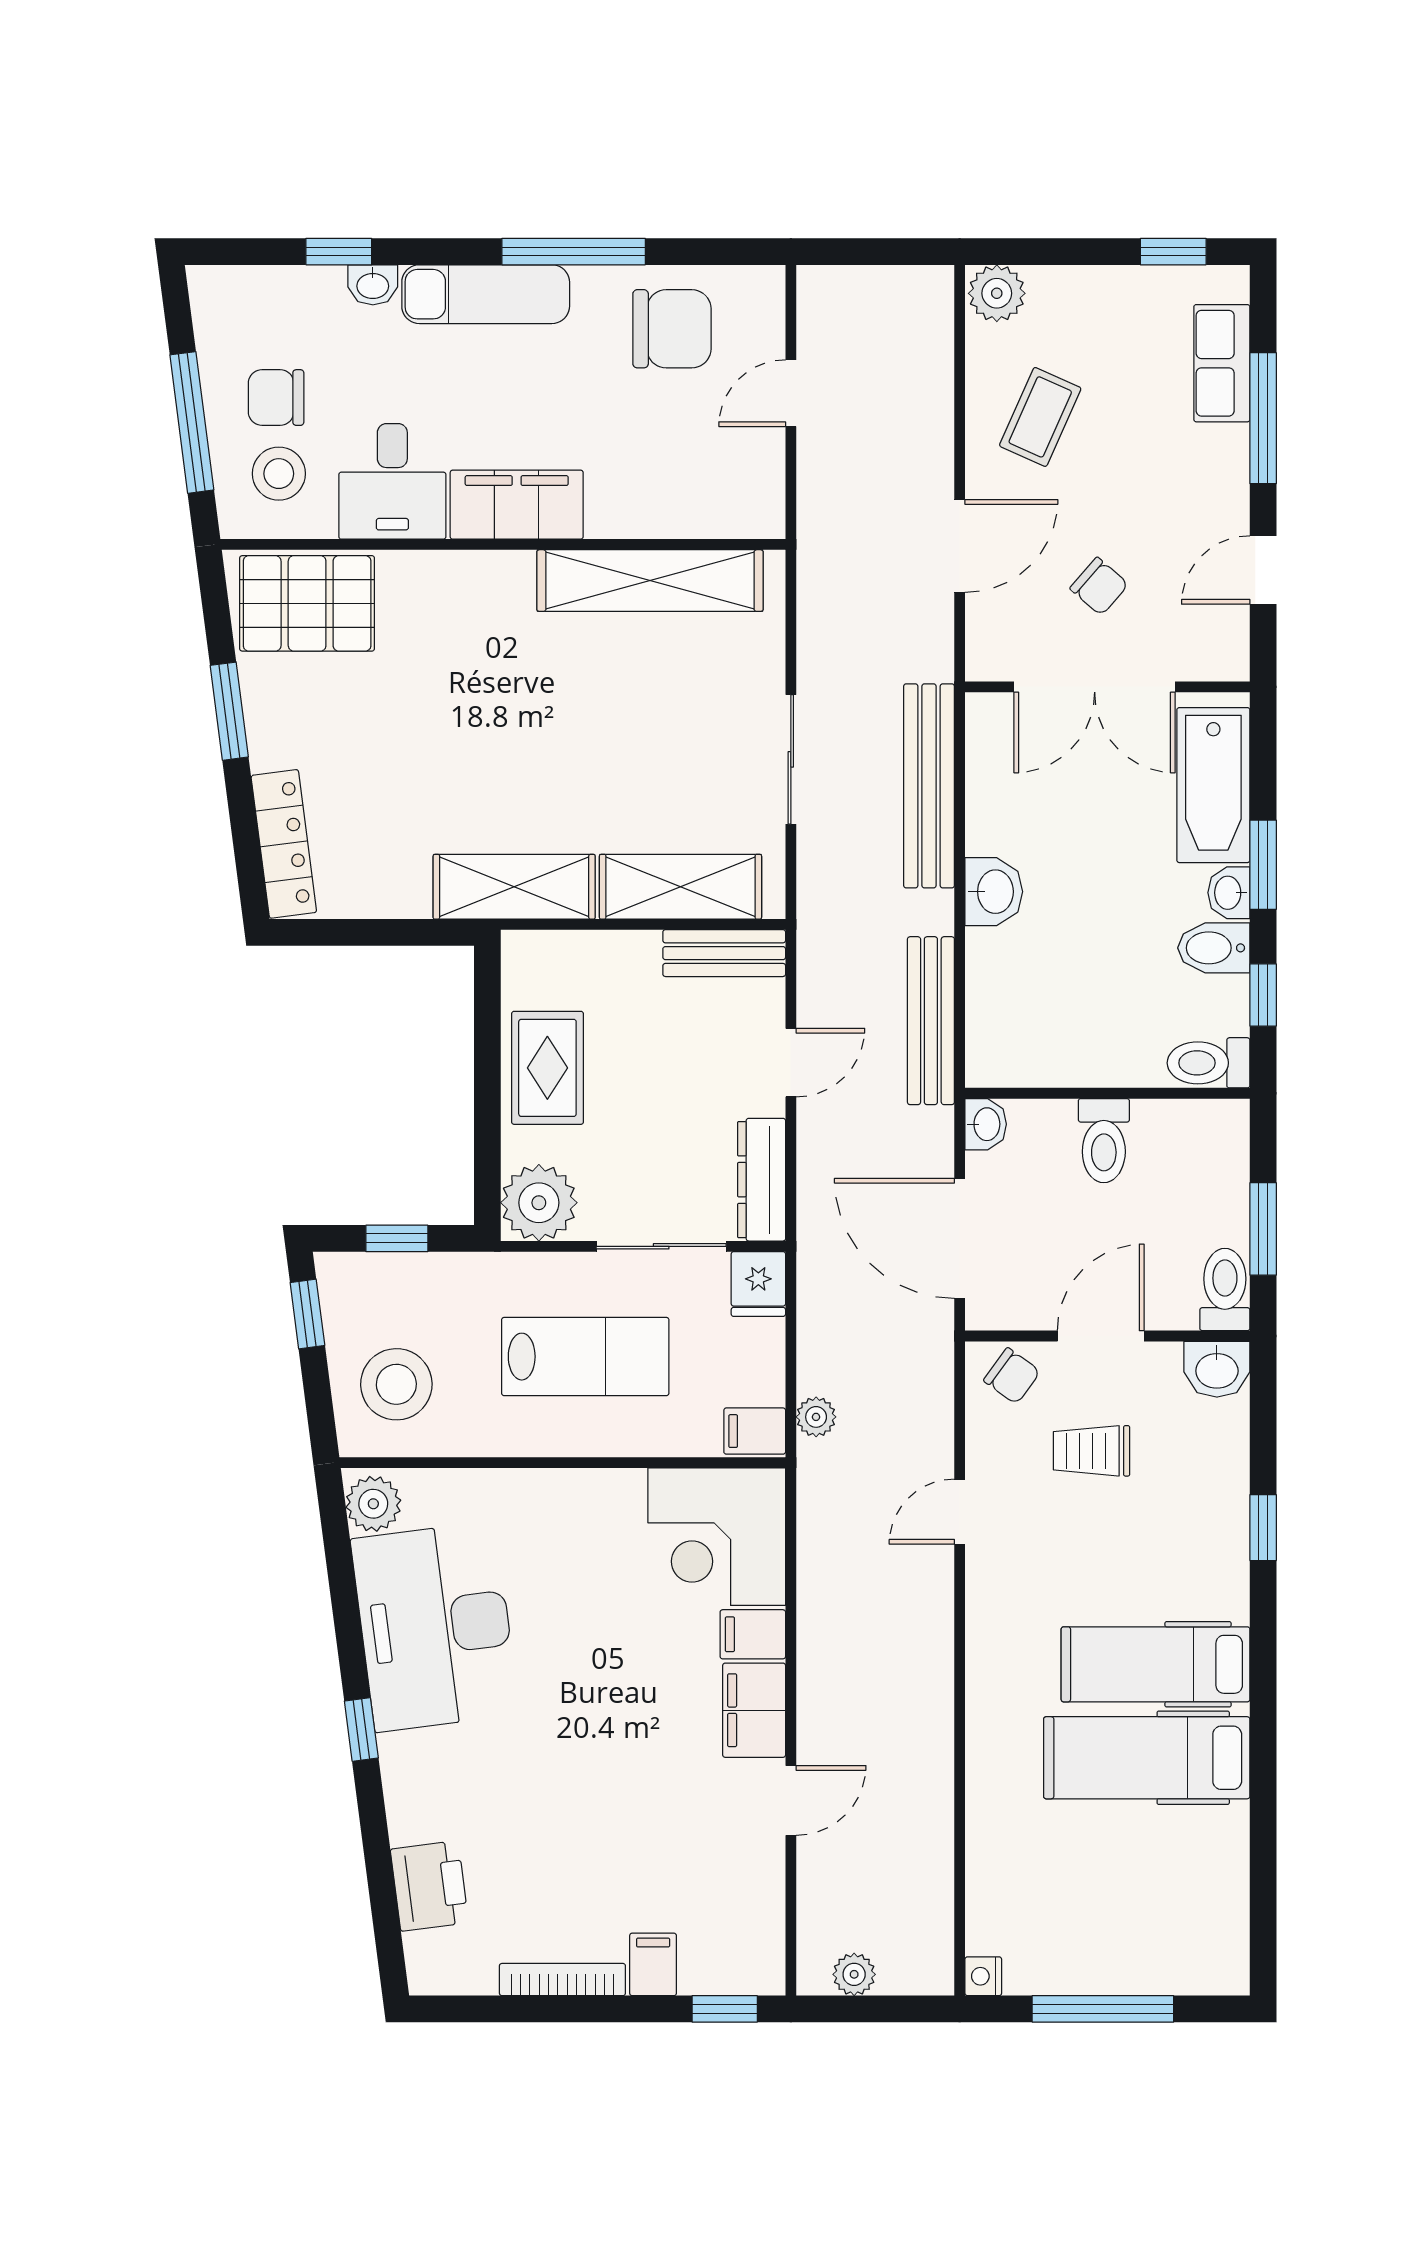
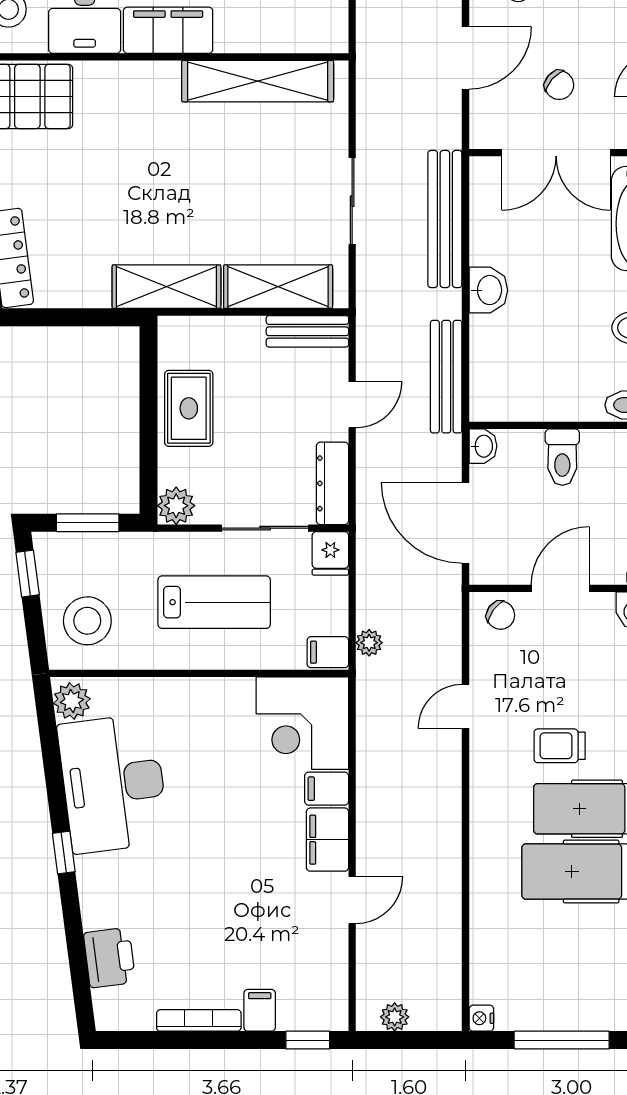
plant: (539, 1203) -> (176, 506), width x0.73, depth x0.73
window: (397, 1238) -> (88, 523), width x1.50
trolley: (1092, 1451) -> (560, 746), moved

